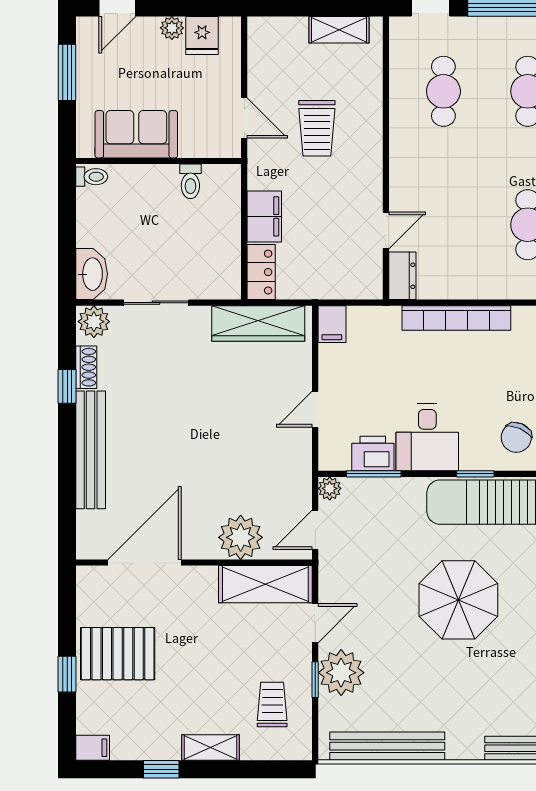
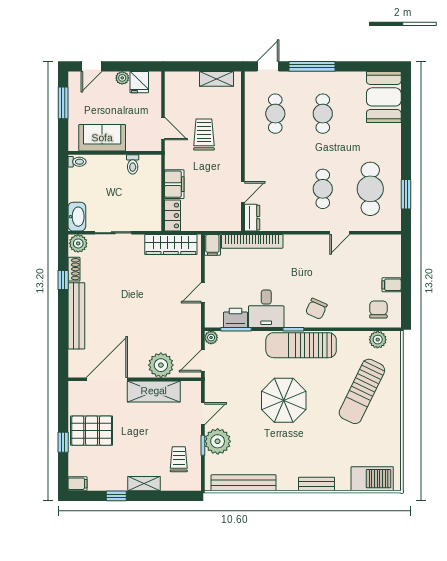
trolley: (317, 128) -> (204, 134), turned 180
bookcase: (456, 318) -> (252, 241), moved
shelving: (265, 584) -> (154, 391), moved

